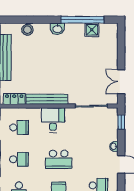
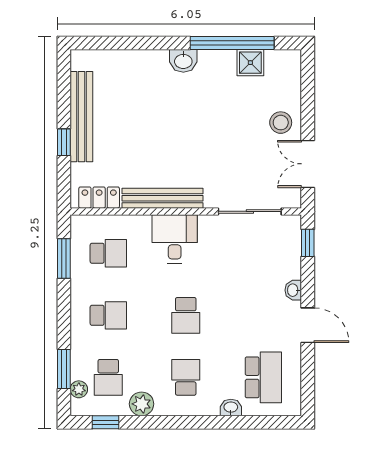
stool: (27, 30) -> (281, 123), moved
school desk: (59, 159) -> (186, 315), width x0.54

